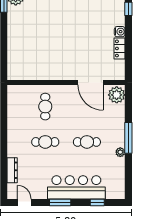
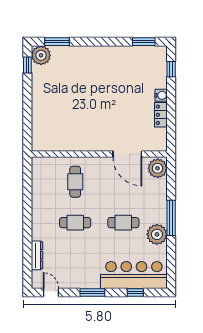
plant: (120, 152) -> (157, 234), width x1.88, depth x1.88
bar counter: (76, 187) -> (134, 275), moved

